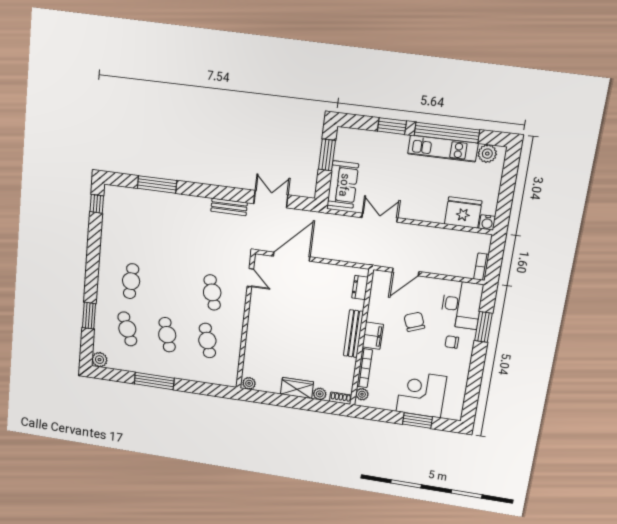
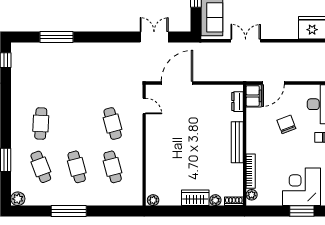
bench: (229, 207) -> (120, 48), removed
filing cabinet: (373, 336) -> (254, 96), moved

